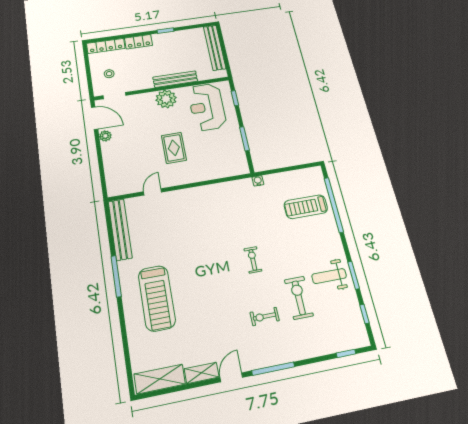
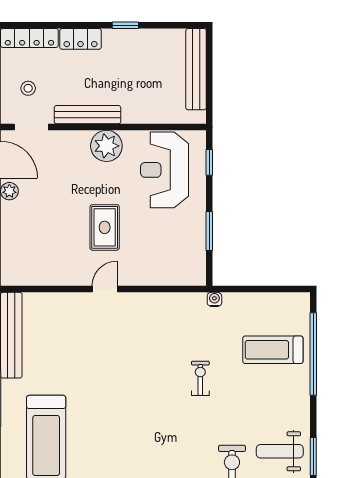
bench: (175, 79) -> (88, 115), moved
door: (153, 192) -> (105, 289), moved
exercise bike: (253, 260) -> (200, 378), moved

